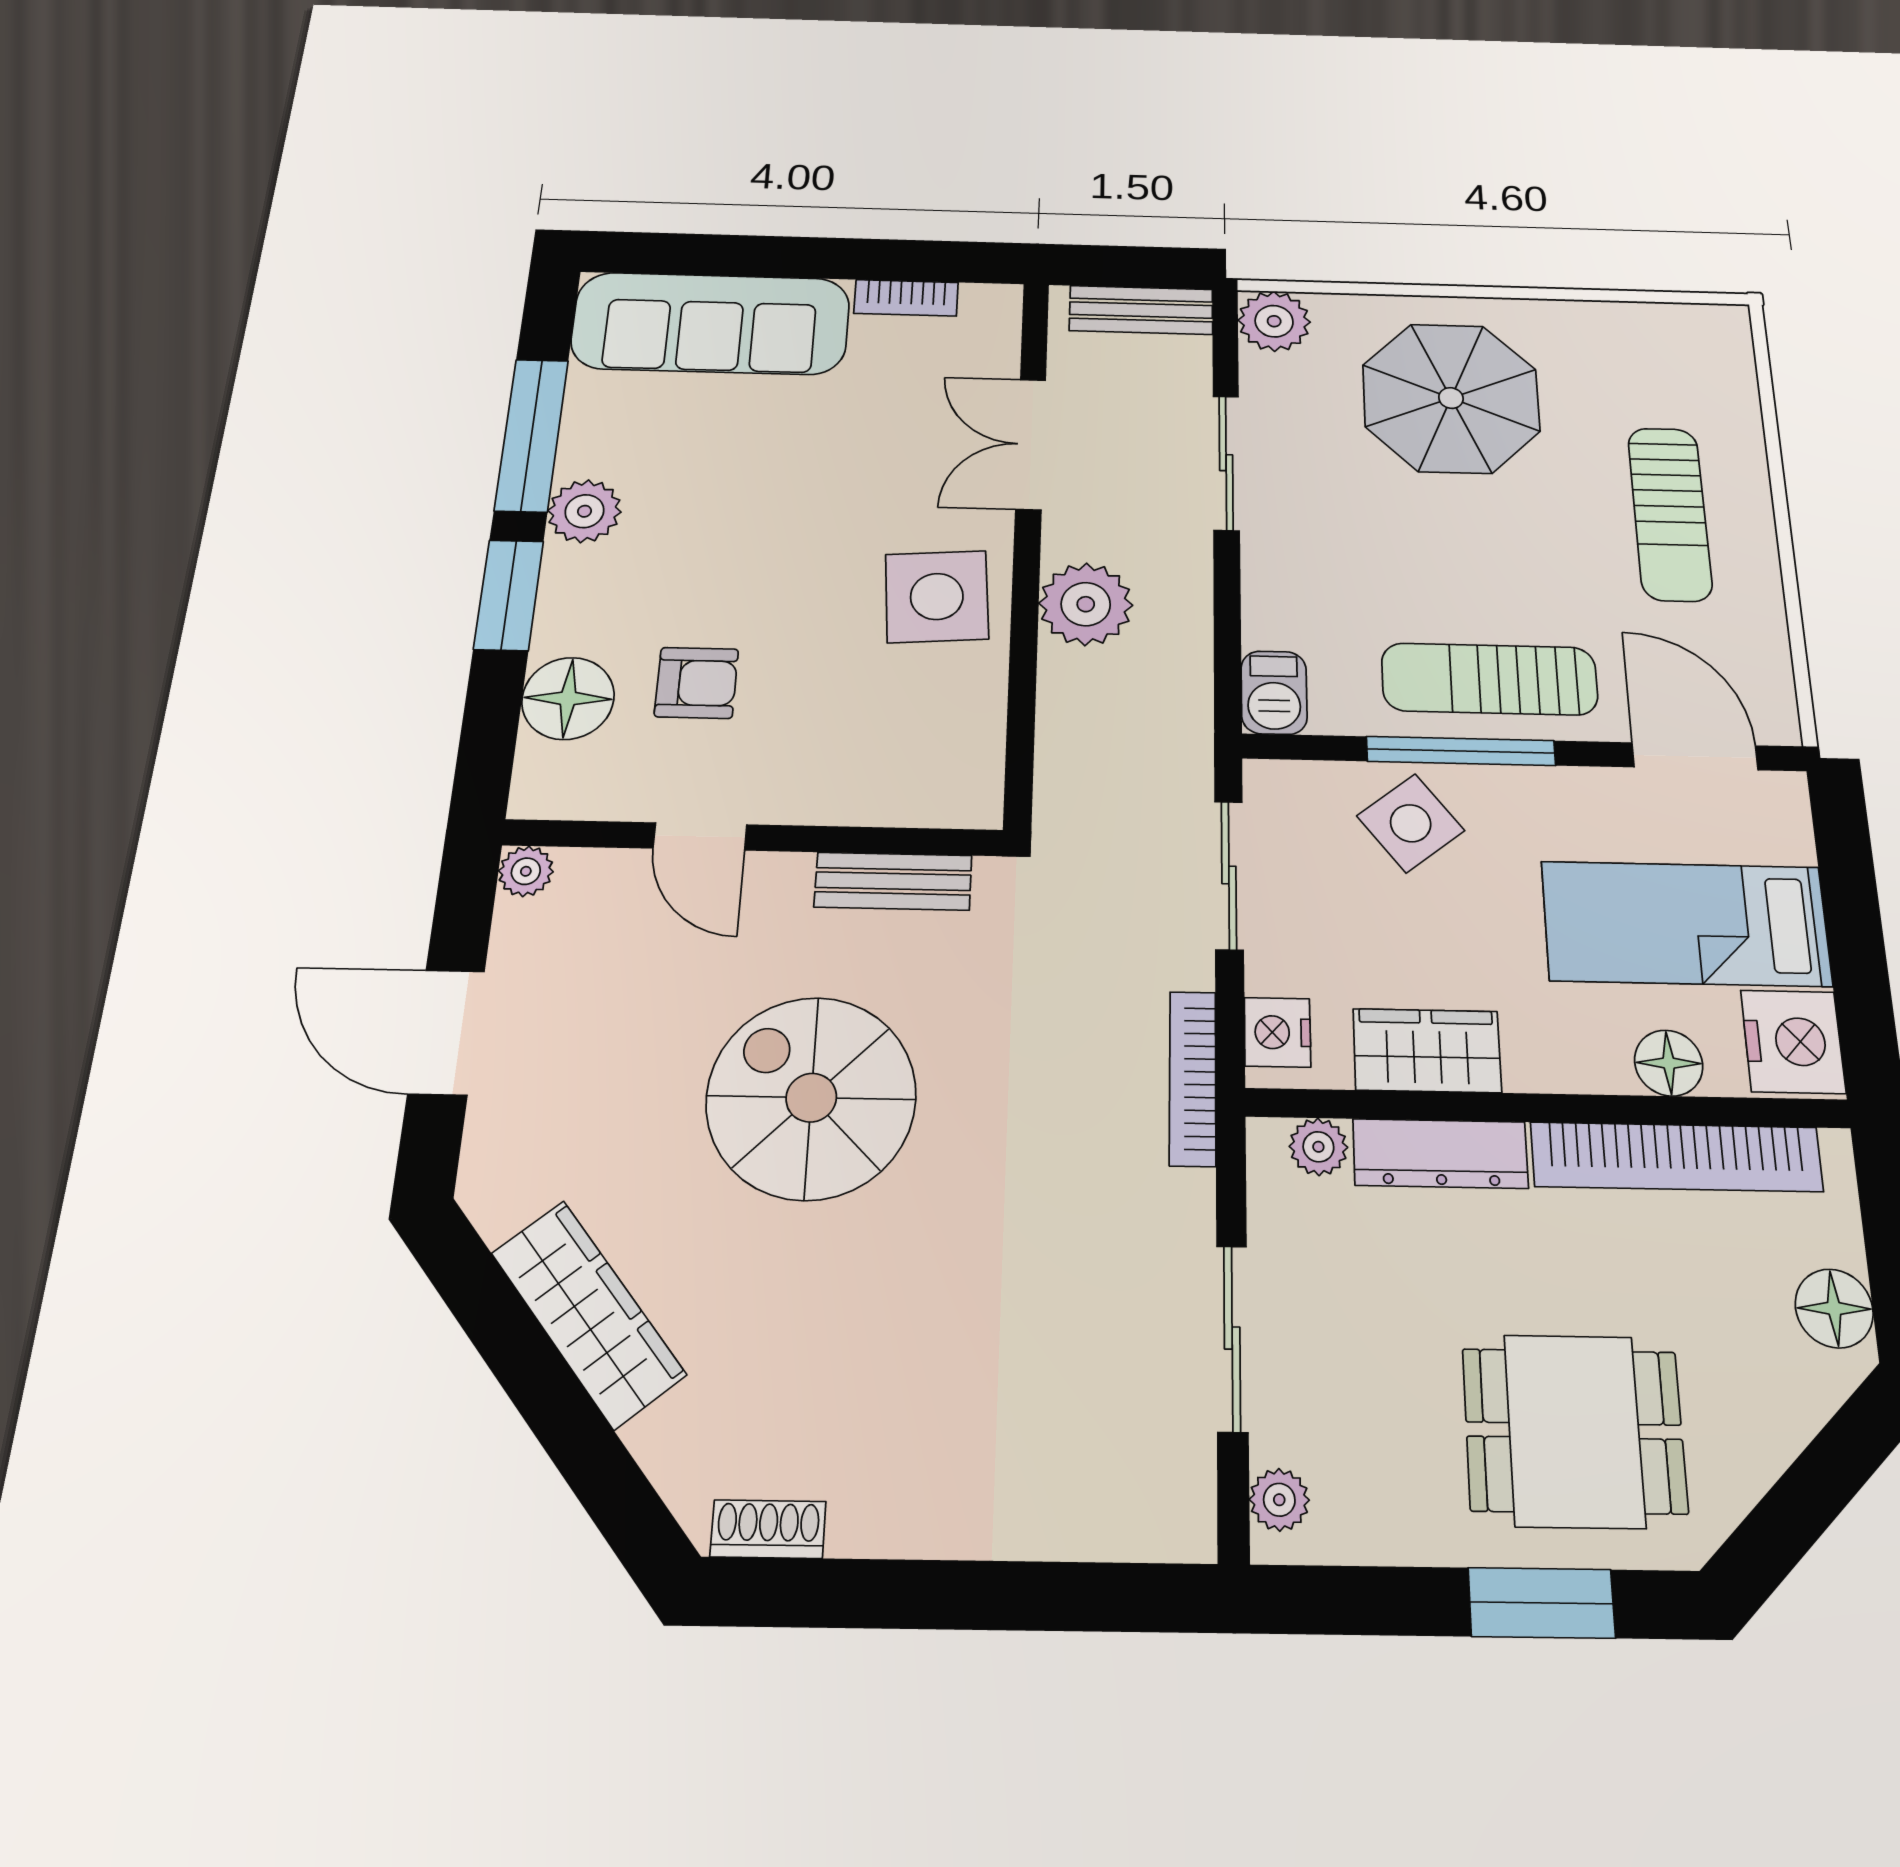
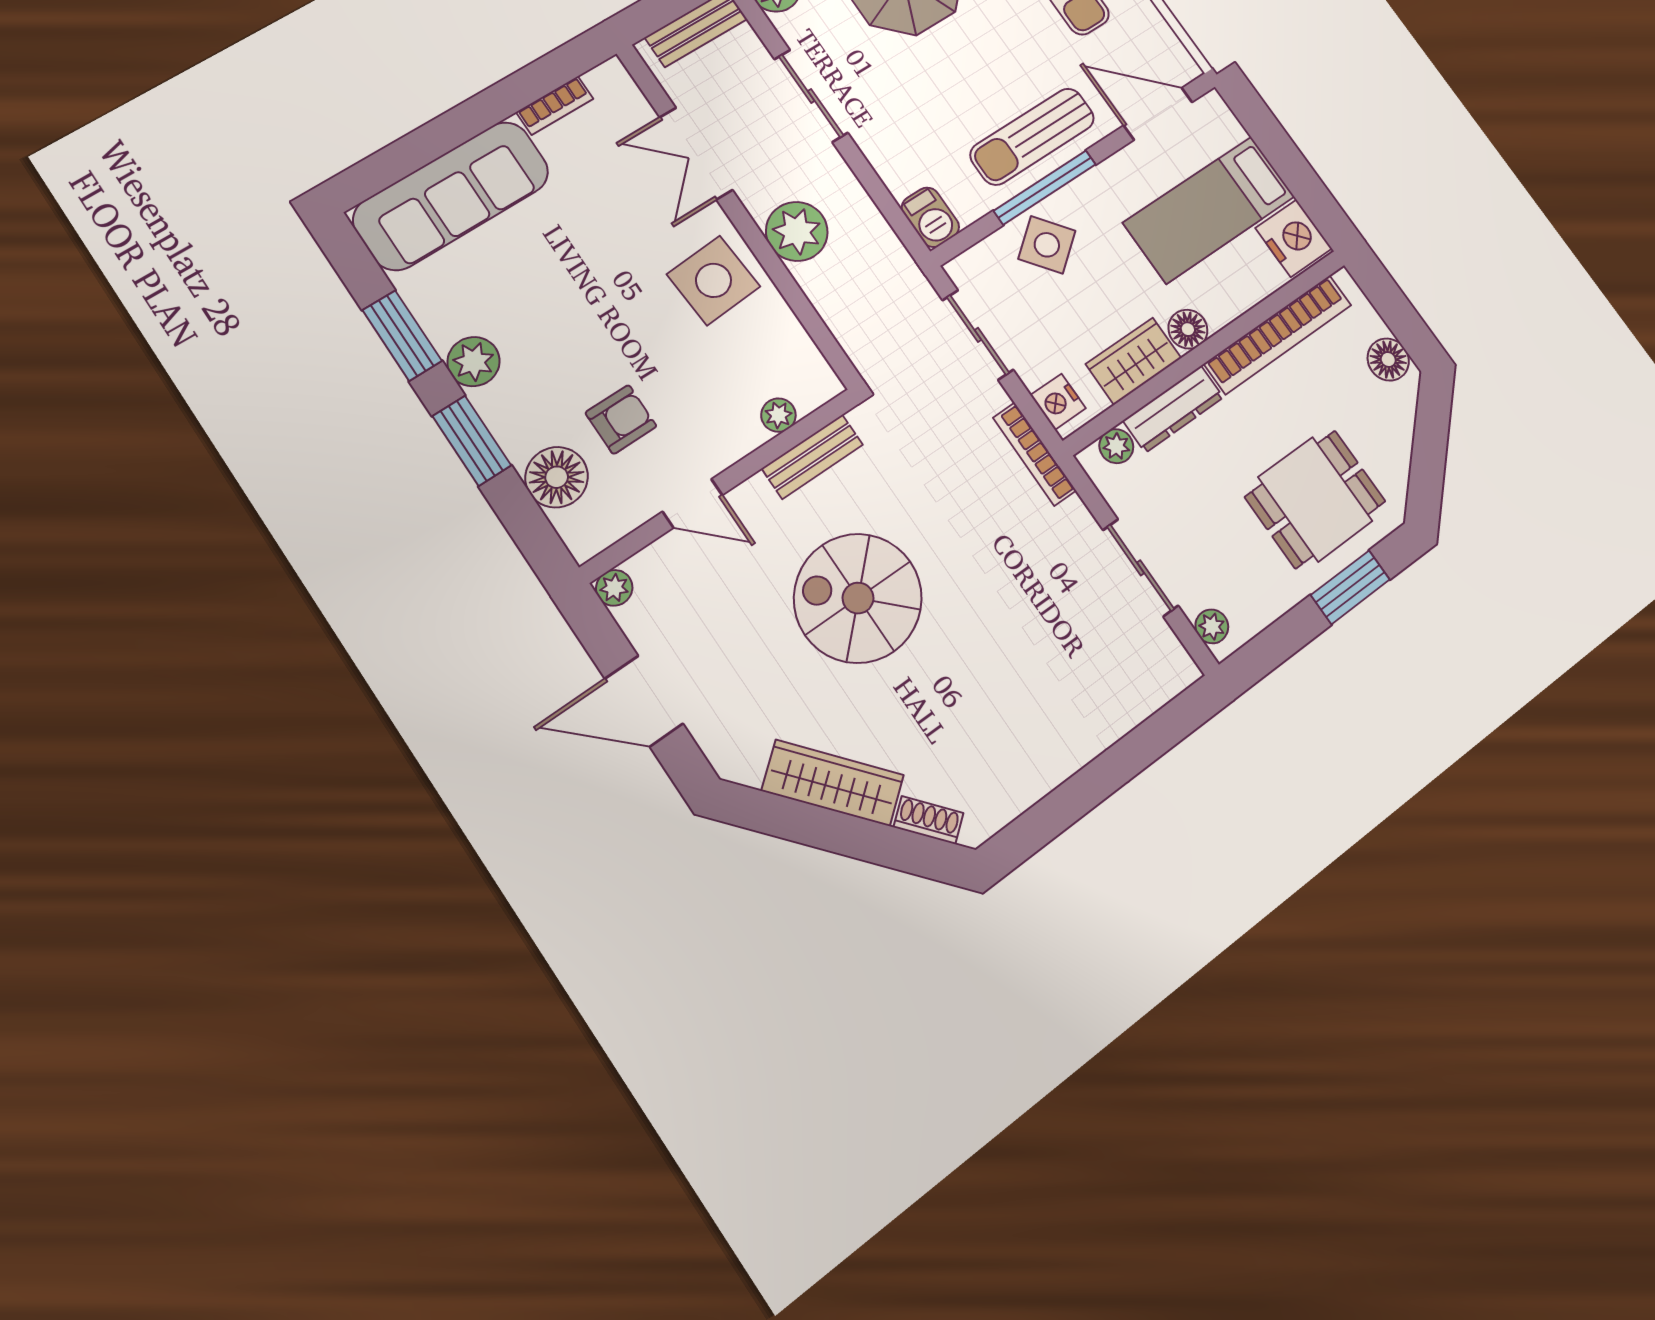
window: (532, 435) -> (402, 336), width x0.69
plant: (890, 803) -> (778, 415), added
floor lamp: (1669, 1063) -> (1188, 329), moved
shoe rack: (768, 1529) -> (928, 820), moved, turned 51

